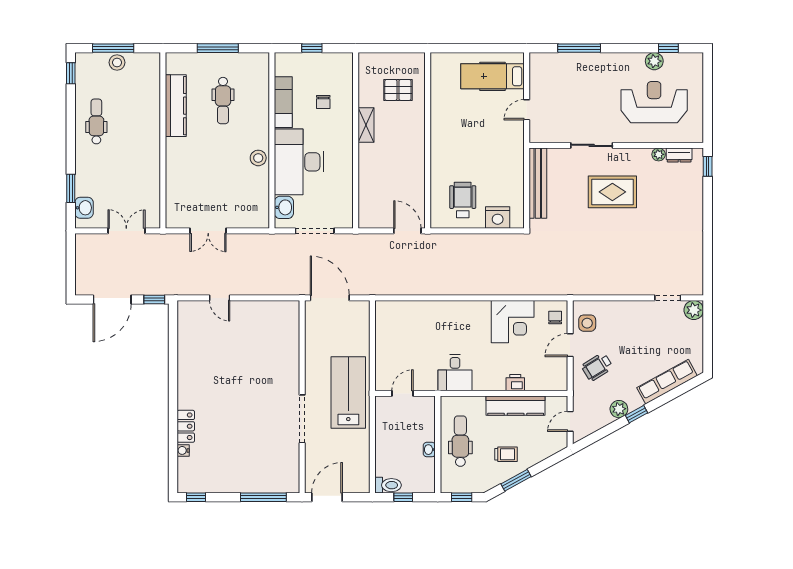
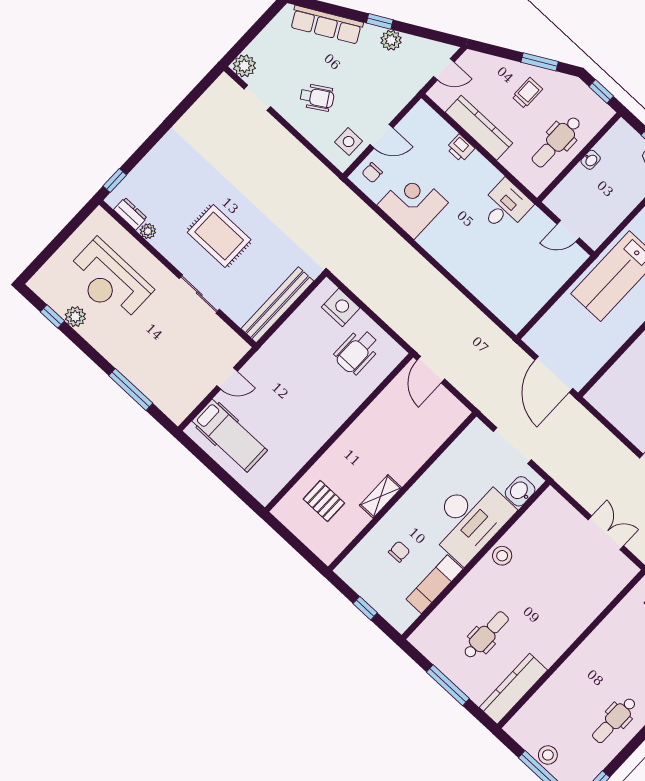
kitchen counter: (176, 106) -> (513, 689), moved
wheelchair: (597, 367) -> (317, 97), moved
trolley: (506, 454) -> (527, 93), turned 90

